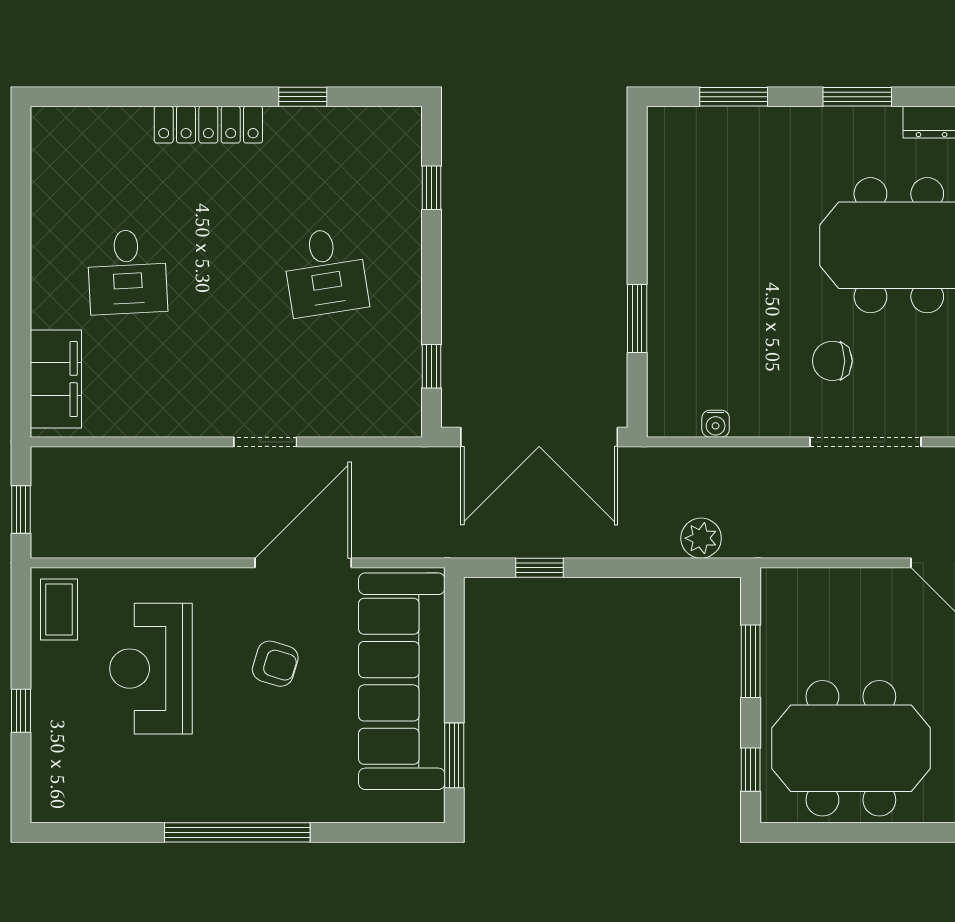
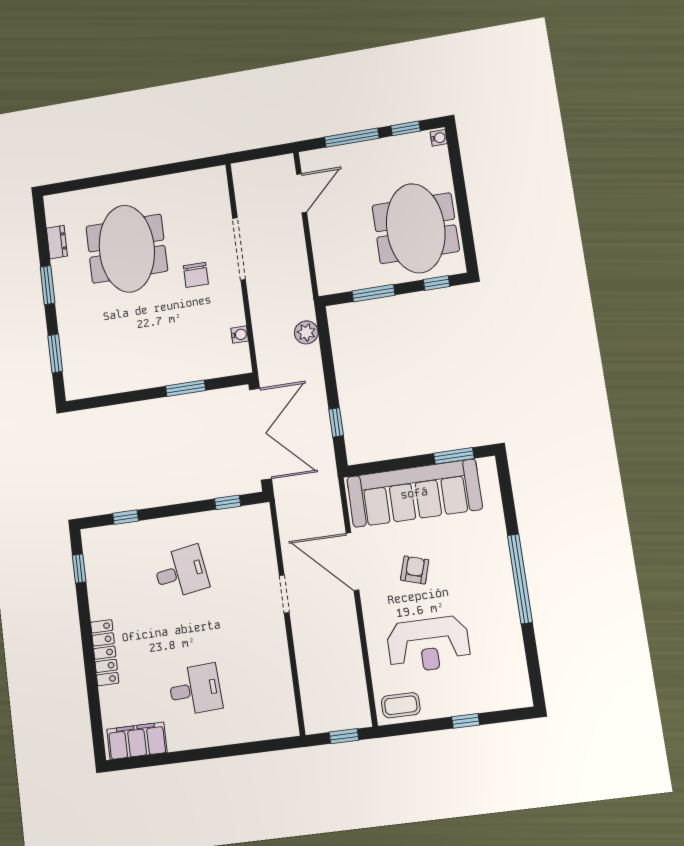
window: (303, 97) -> (79, 568), moved
filing cabinet: (56, 379) -> (137, 741), moved

